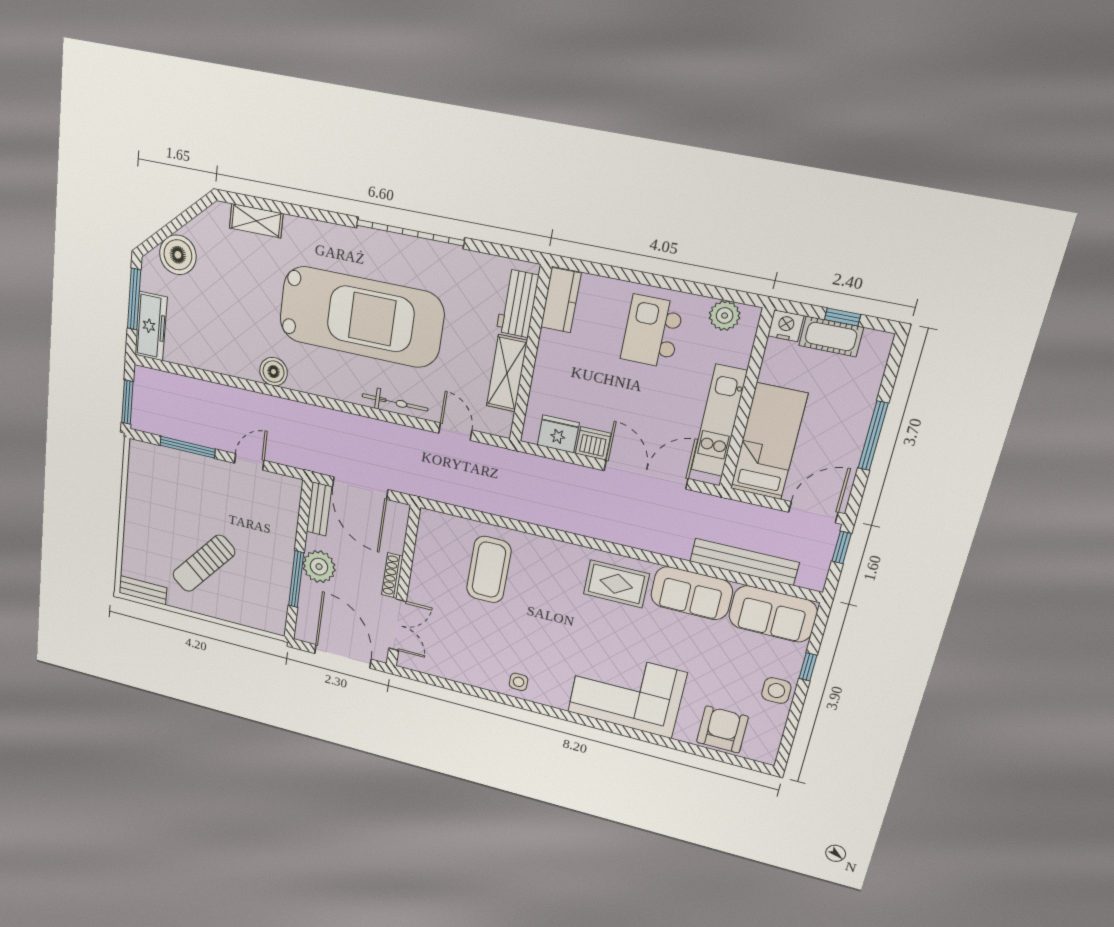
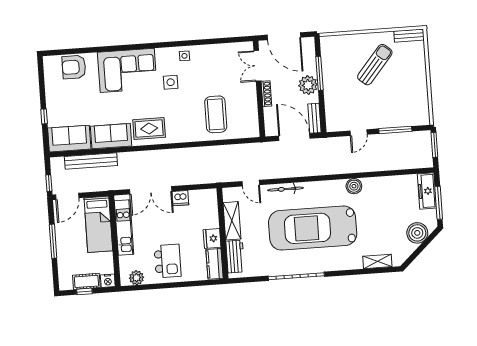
fridge: (558, 434) -> (212, 238), moved, turned 90
side table: (776, 691) -> (171, 82), moved
armchair: (722, 729) -> (74, 67), turned 90

